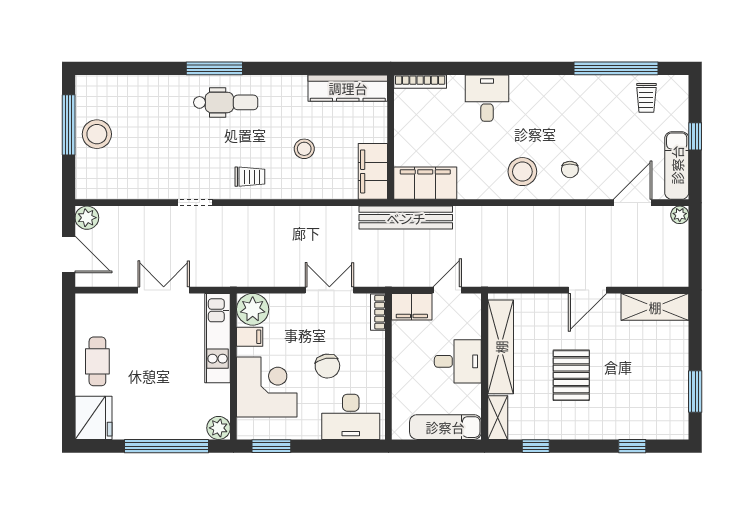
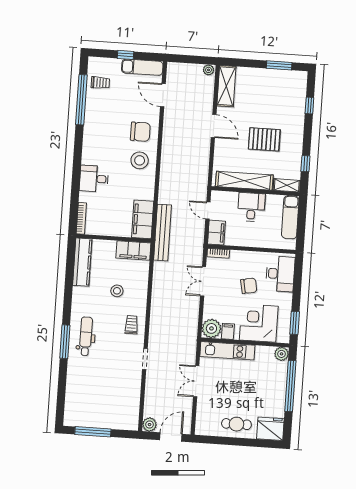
stool: (97, 134) -> (100, 415), removed
chair: (570, 169) -> (140, 132), width x1.87, depth x1.87
plant: (680, 215) -> (209, 70), moved

